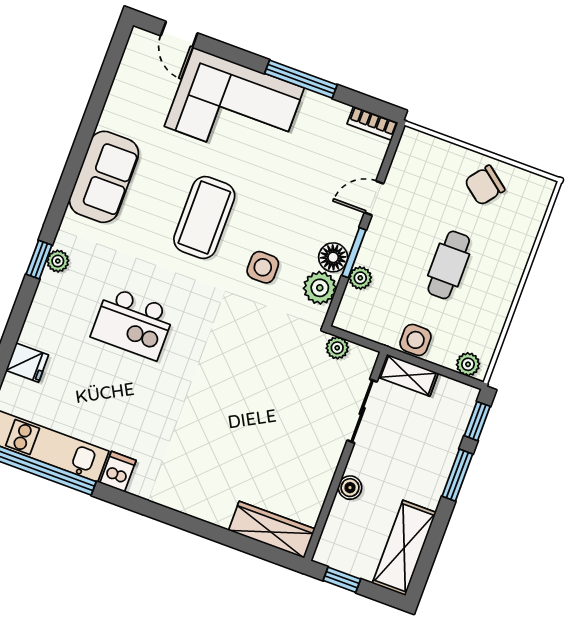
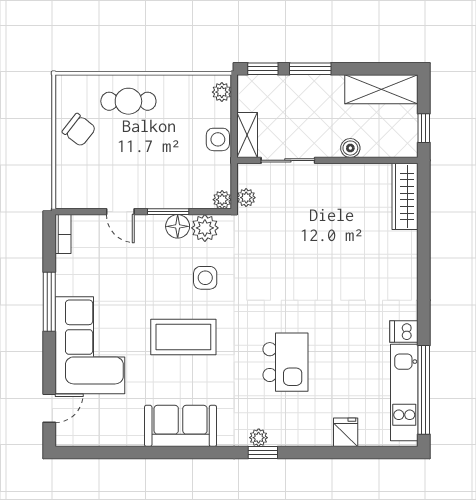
cafe table: (449, 265) -> (128, 101), moved
plant: (360, 278) -> (222, 200), moved

